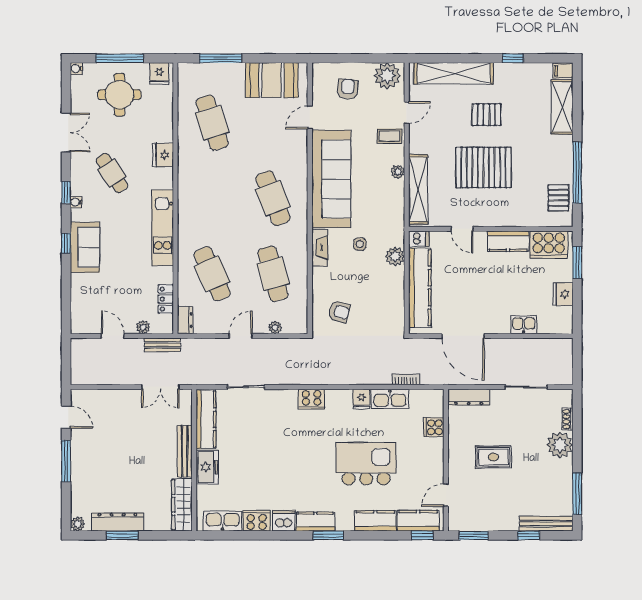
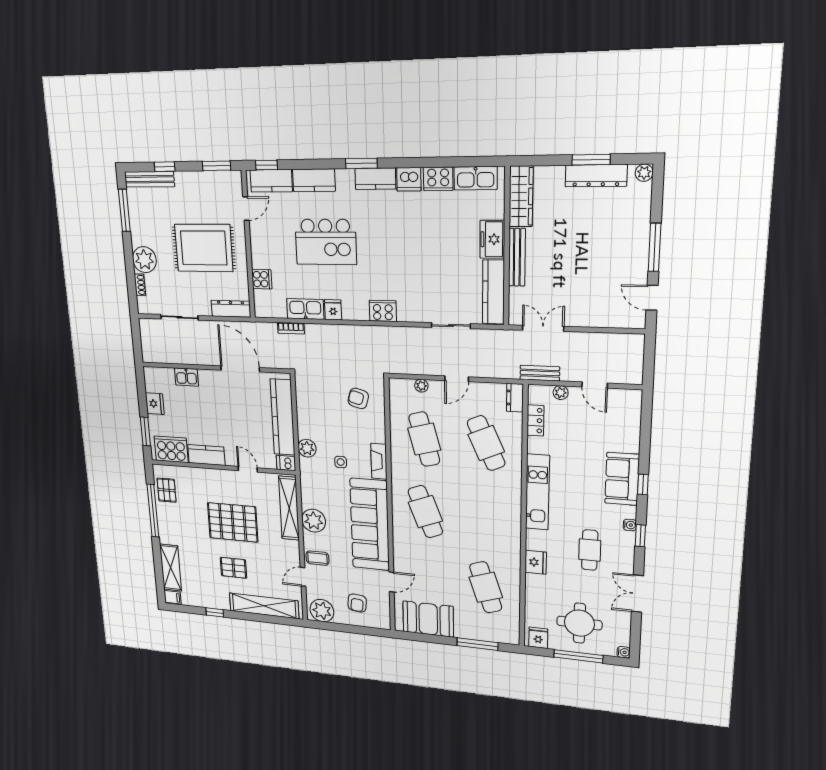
plant: (398, 172) -> (314, 521), width x1.88, depth x1.88
cafe table: (112, 173) -> (590, 550), turned 33
rug: (493, 457) -> (204, 248), width x1.86, depth x2.06

